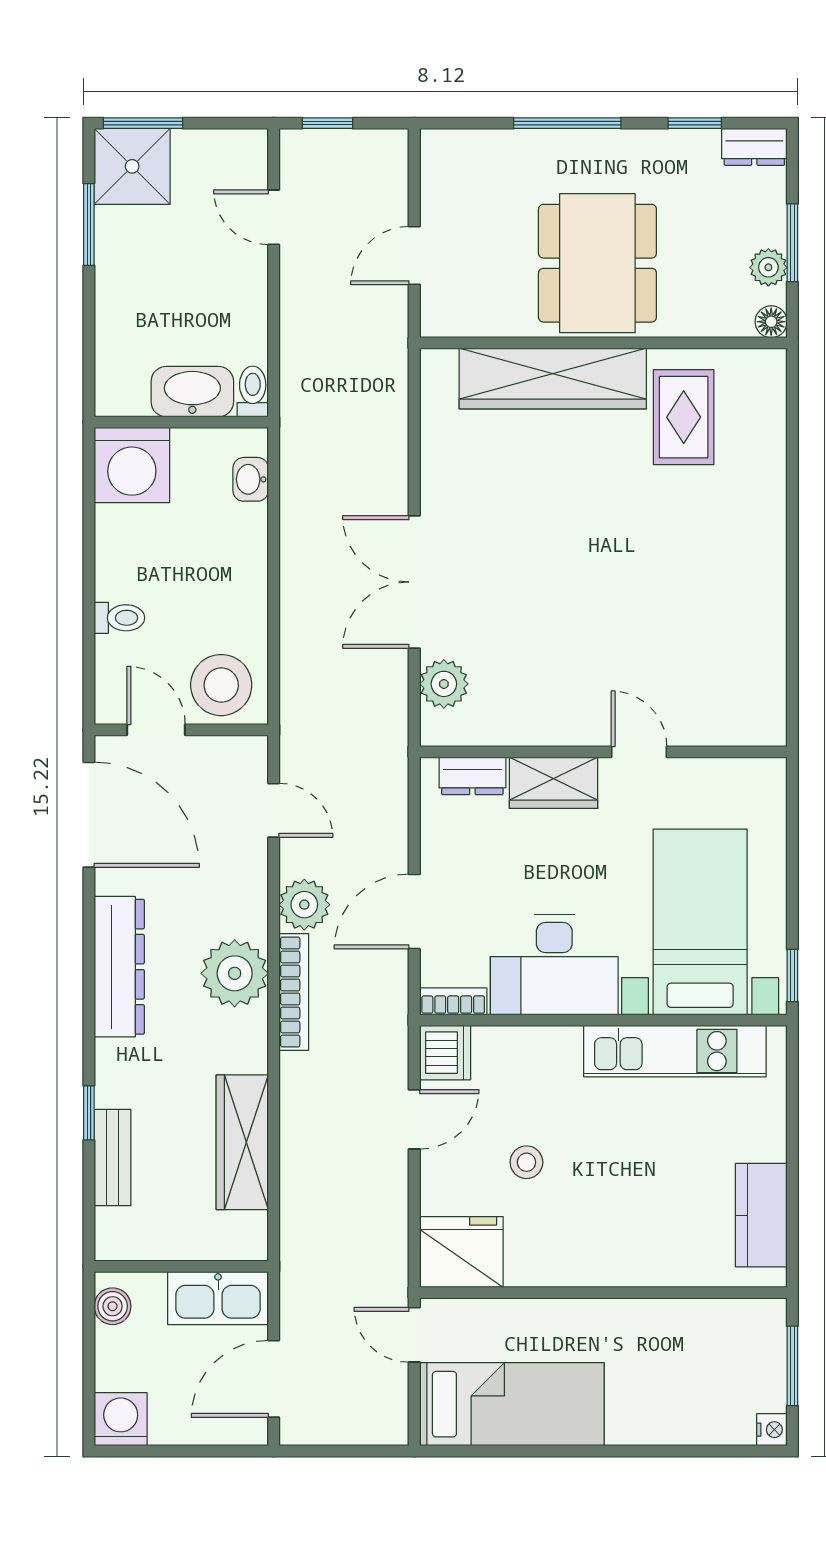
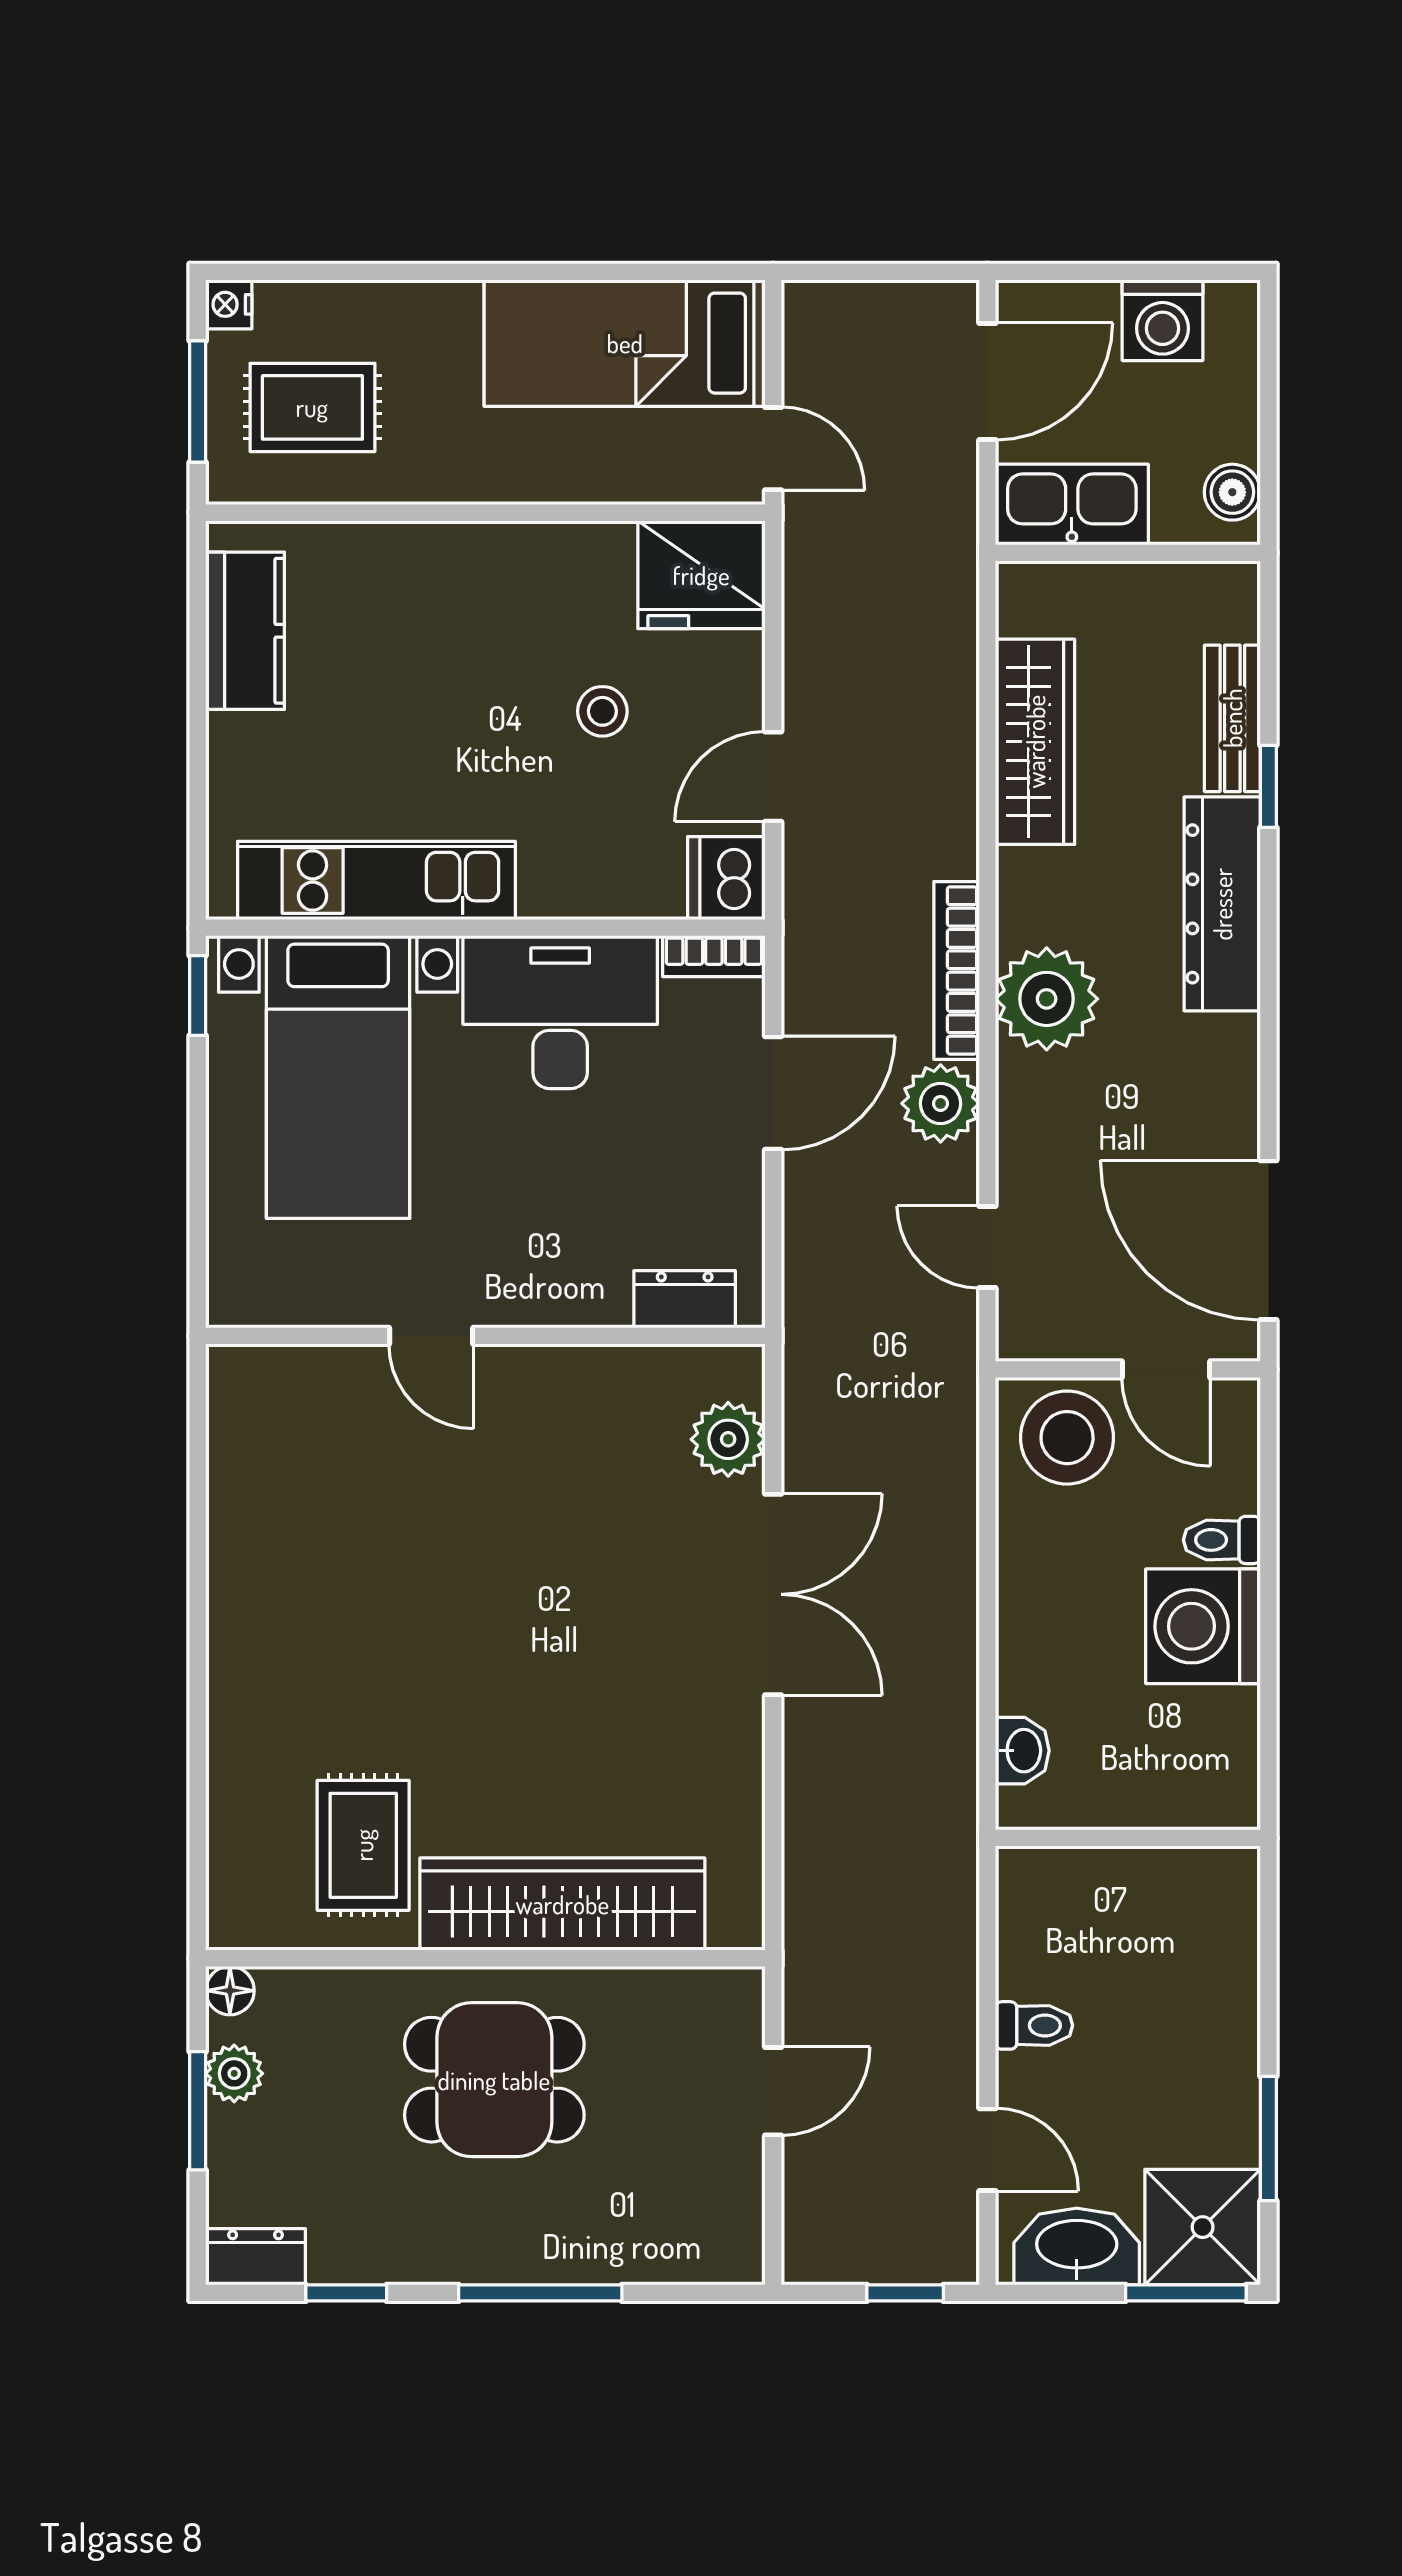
dining table: (597, 263) -> (494, 2080), width x0.73
toilet: (253, 391) -> (1034, 2025), moved, turned -90
washbasin: (192, 392) -> (1077, 2246), moved, turned 180
washing machine: (132, 465) -> (1203, 1626), moved, turned -90
wardrobe: (553, 783) -> (561, 1289), removed
dresser: (119, 967) -> (1222, 904), moved
rug: (717, 1362) -> (312, 407), added
washing machine: (121, 1419) -> (1162, 320), moved

